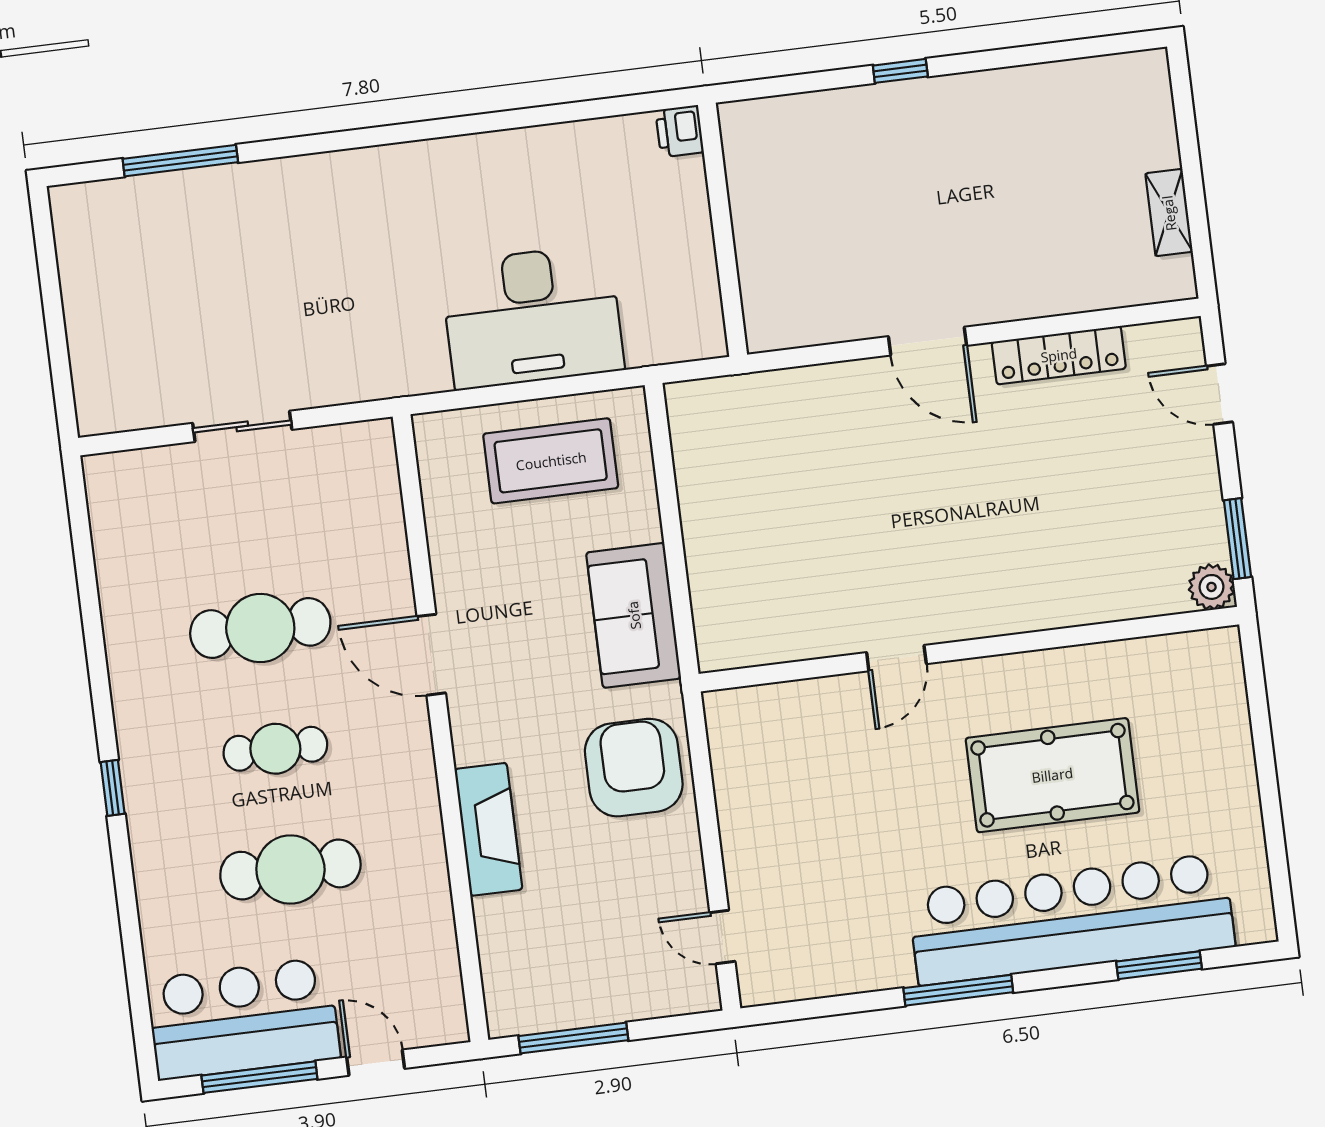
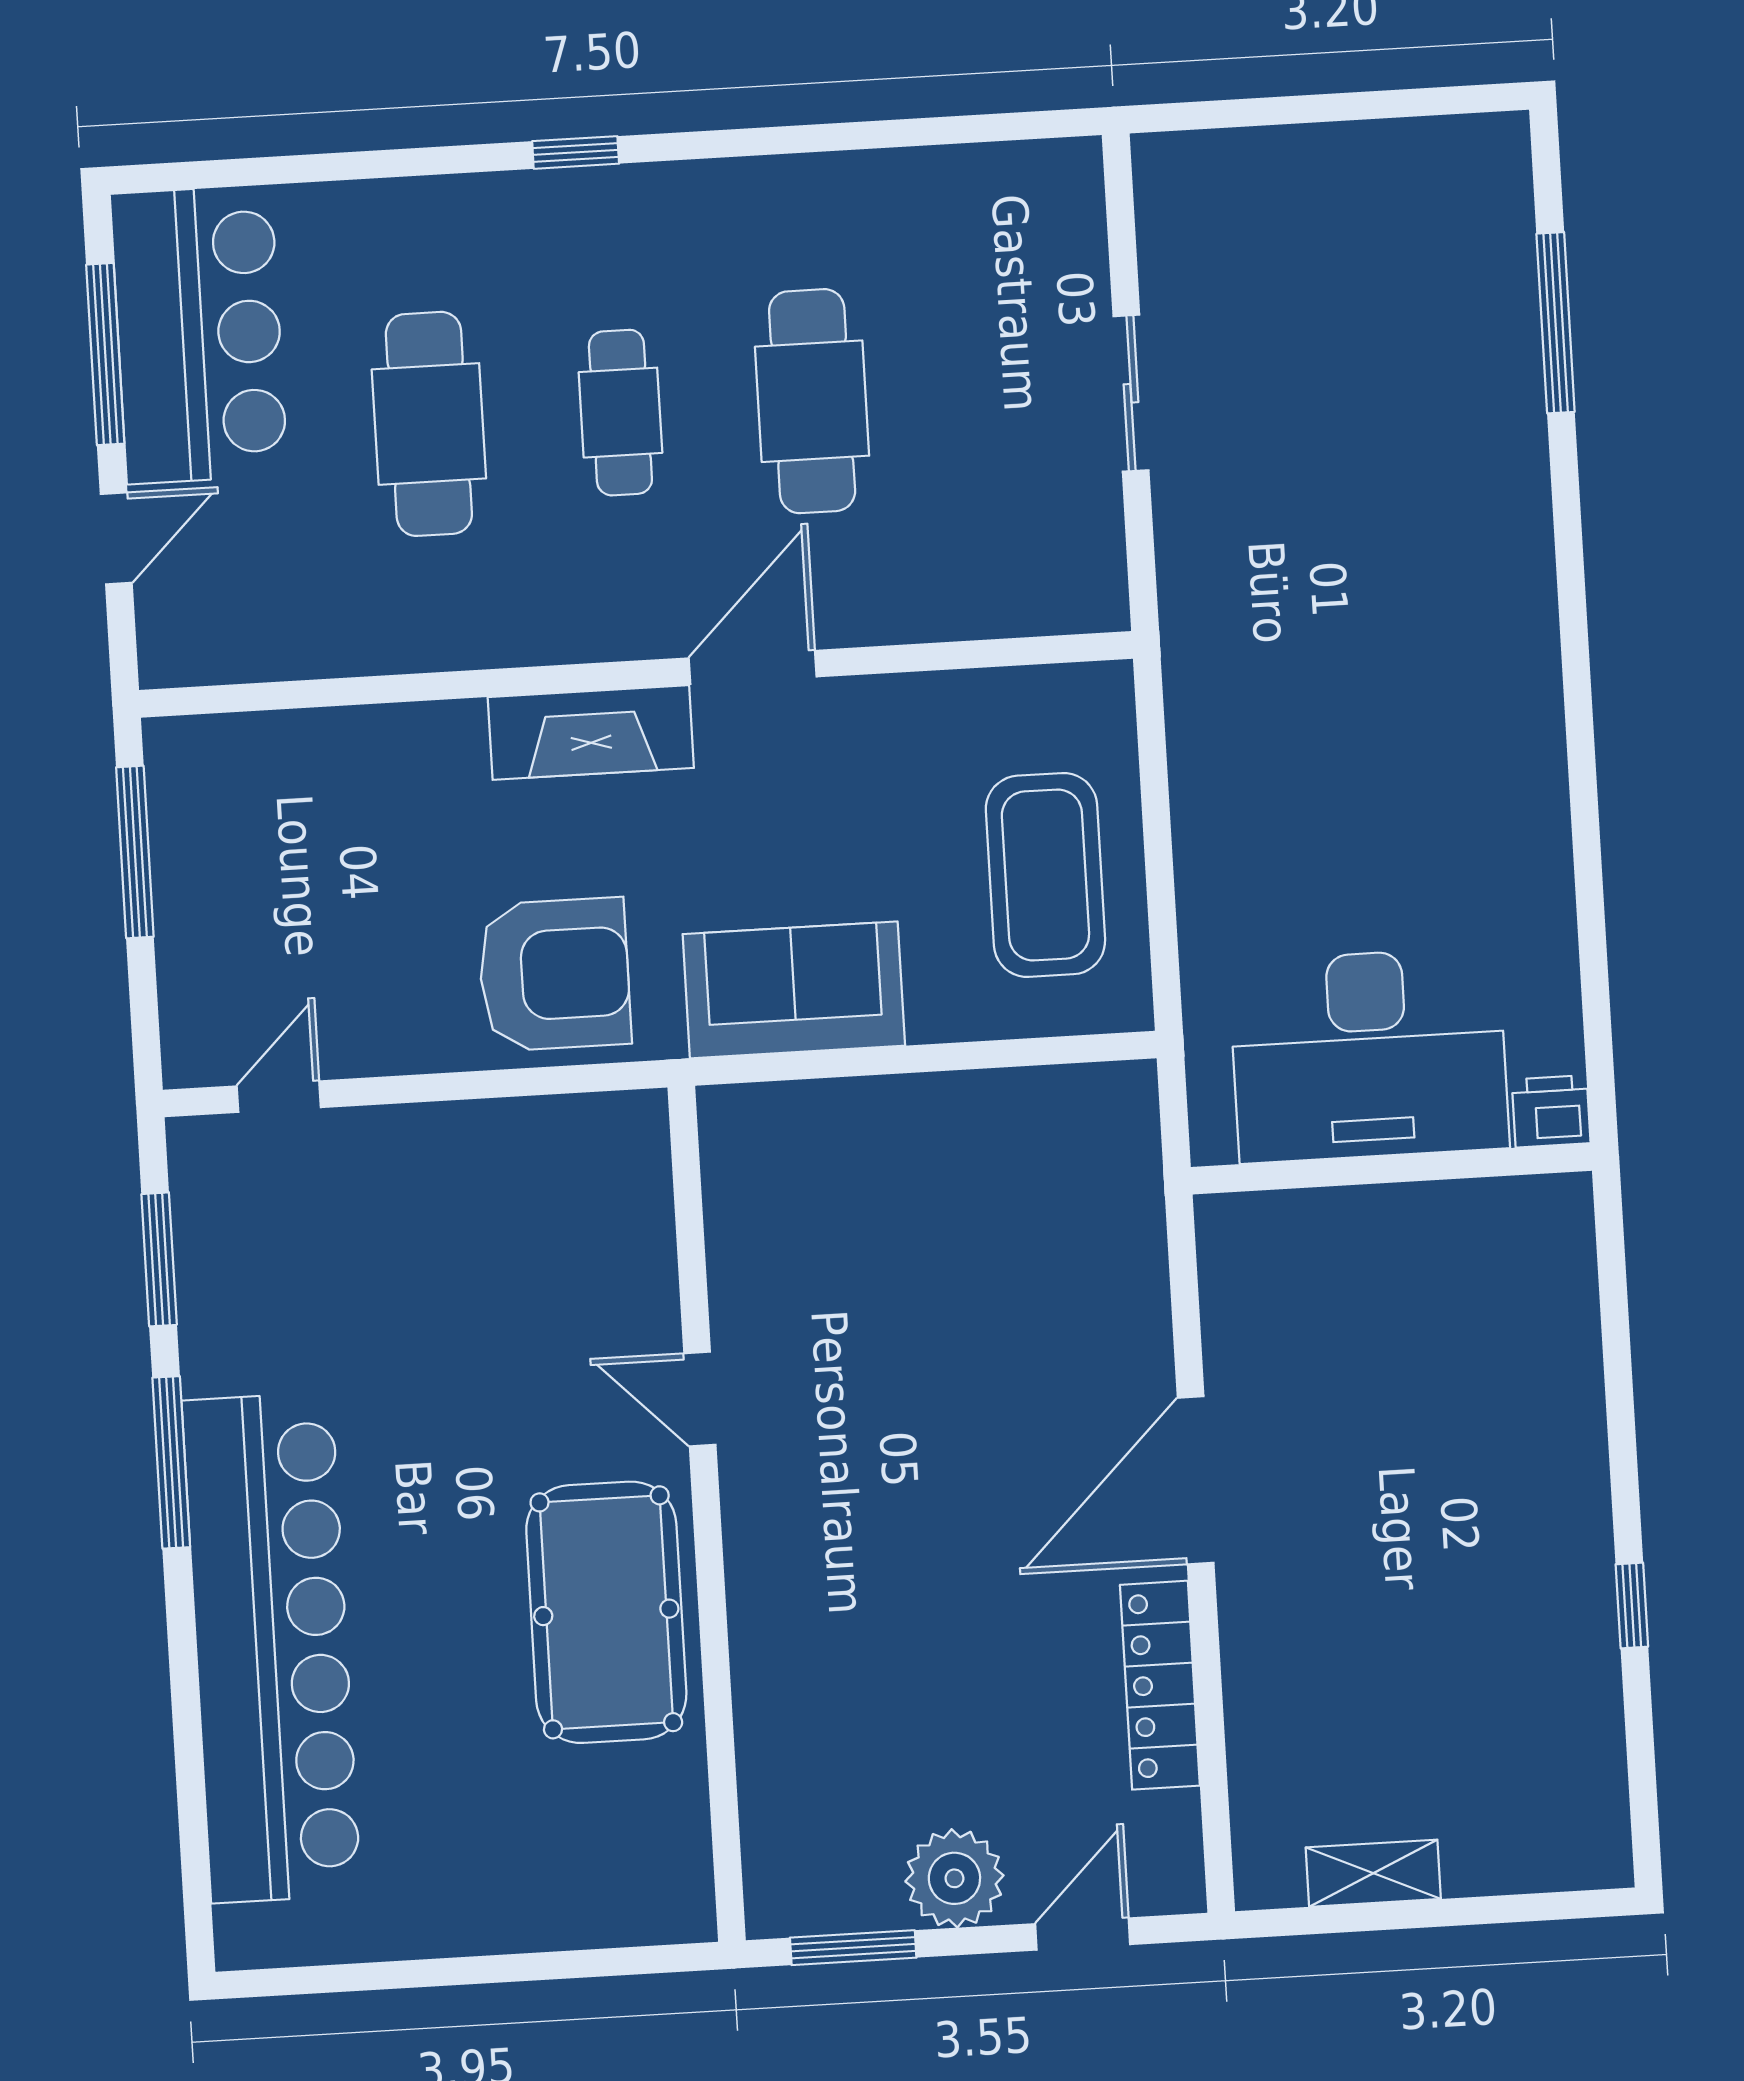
window: (900, 71) -> (1632, 1605), moved
desk: (532, 317) -> (1369, 1055), moved, turned -90
door: (928, 341) -> (1196, 1480), width x1.36
plant: (1211, 587) -> (954, 1878), moved, width x1.36, depth x1.36
pool table: (1052, 775) -> (606, 1612), moved
fireplace: (488, 829) -> (591, 732), moved
window: (1159, 965) -> (159, 1259), moved

